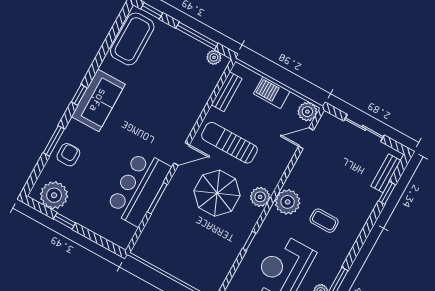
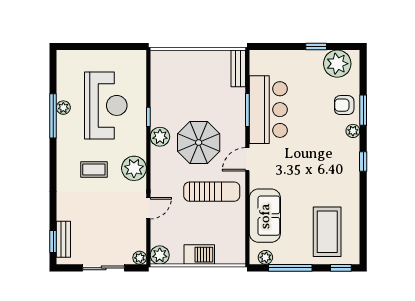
coffee table: (132, 39) -> (327, 232), moved
bench: (227, 92) -> (238, 68), moved
sofa: (98, 100) -> (265, 216), moved, turned 180
plant: (327, 119) -> (140, 258), added
plant: (73, 127) -> (353, 131), added
door: (306, 138) -> (148, 208), moved
armchair: (68, 155) -> (344, 105), turned 90
window: (387, 193) -> (53, 241), moved
plant: (260, 197) -> (160, 137), moved

